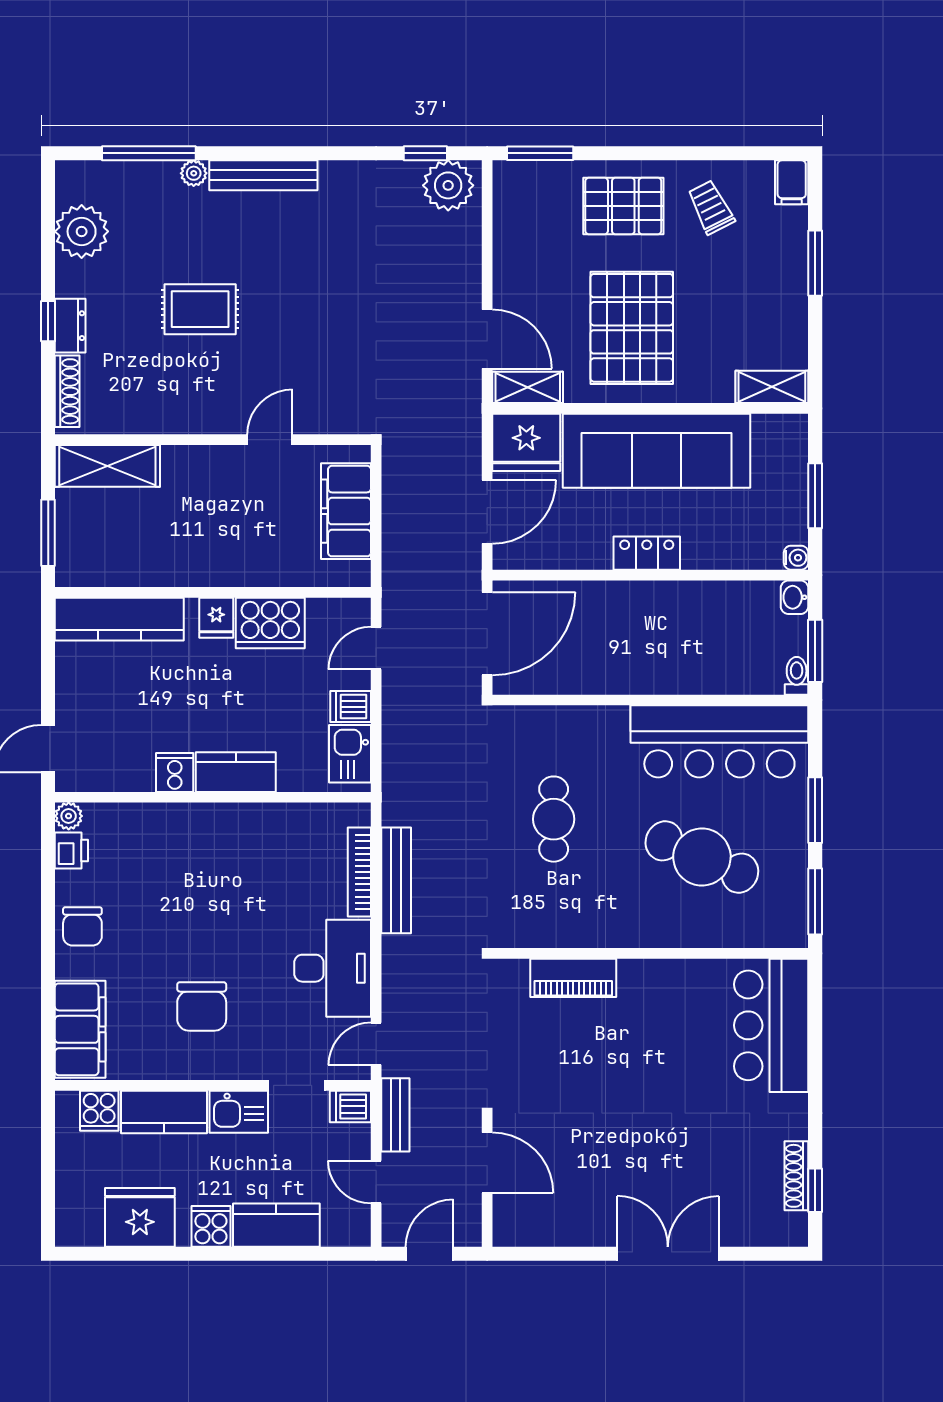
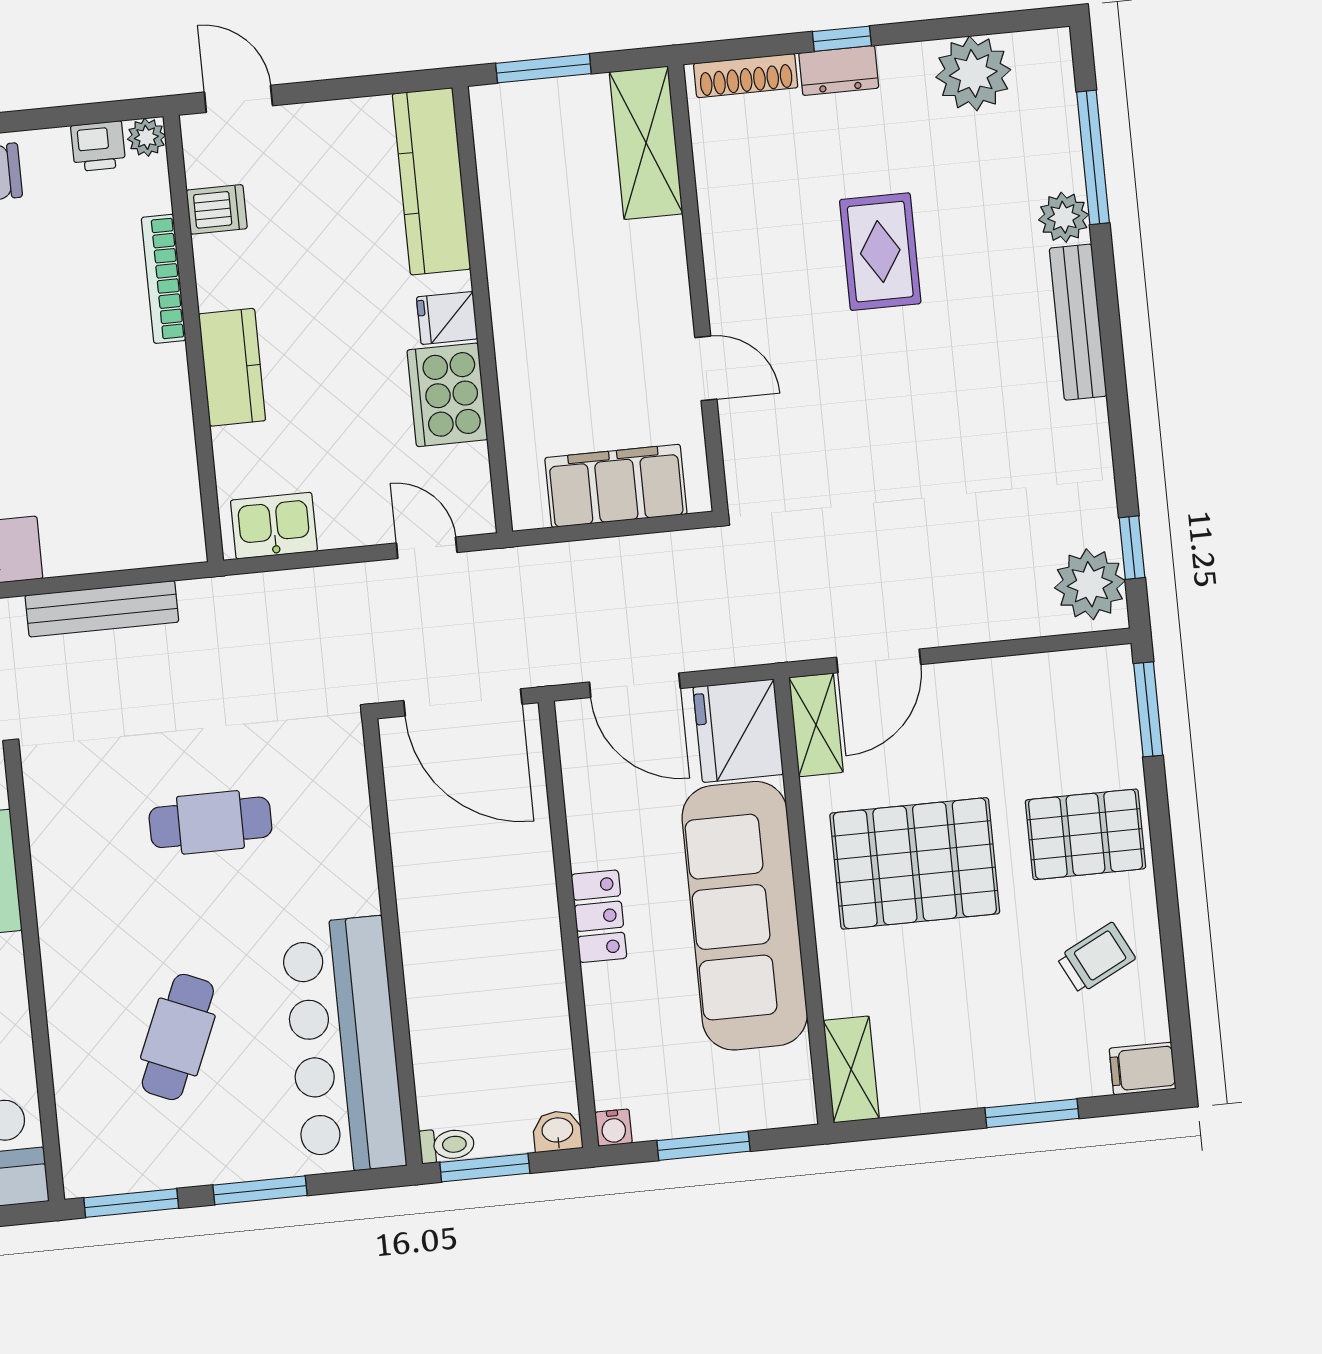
plant: (194, 173) -> (1064, 217), width x1.38, depth x1.38
pallet: (623, 206) -> (1085, 834), turned 90
dishwasher: (351, 707) -> (217, 209), moved, turned 90
cooker: (175, 773) -> (223, 281), removed
cafe table: (702, 857) -> (178, 1037), width x0.73, depth x0.74
bookcase: (359, 872) -> (164, 279), moved, turned -90

